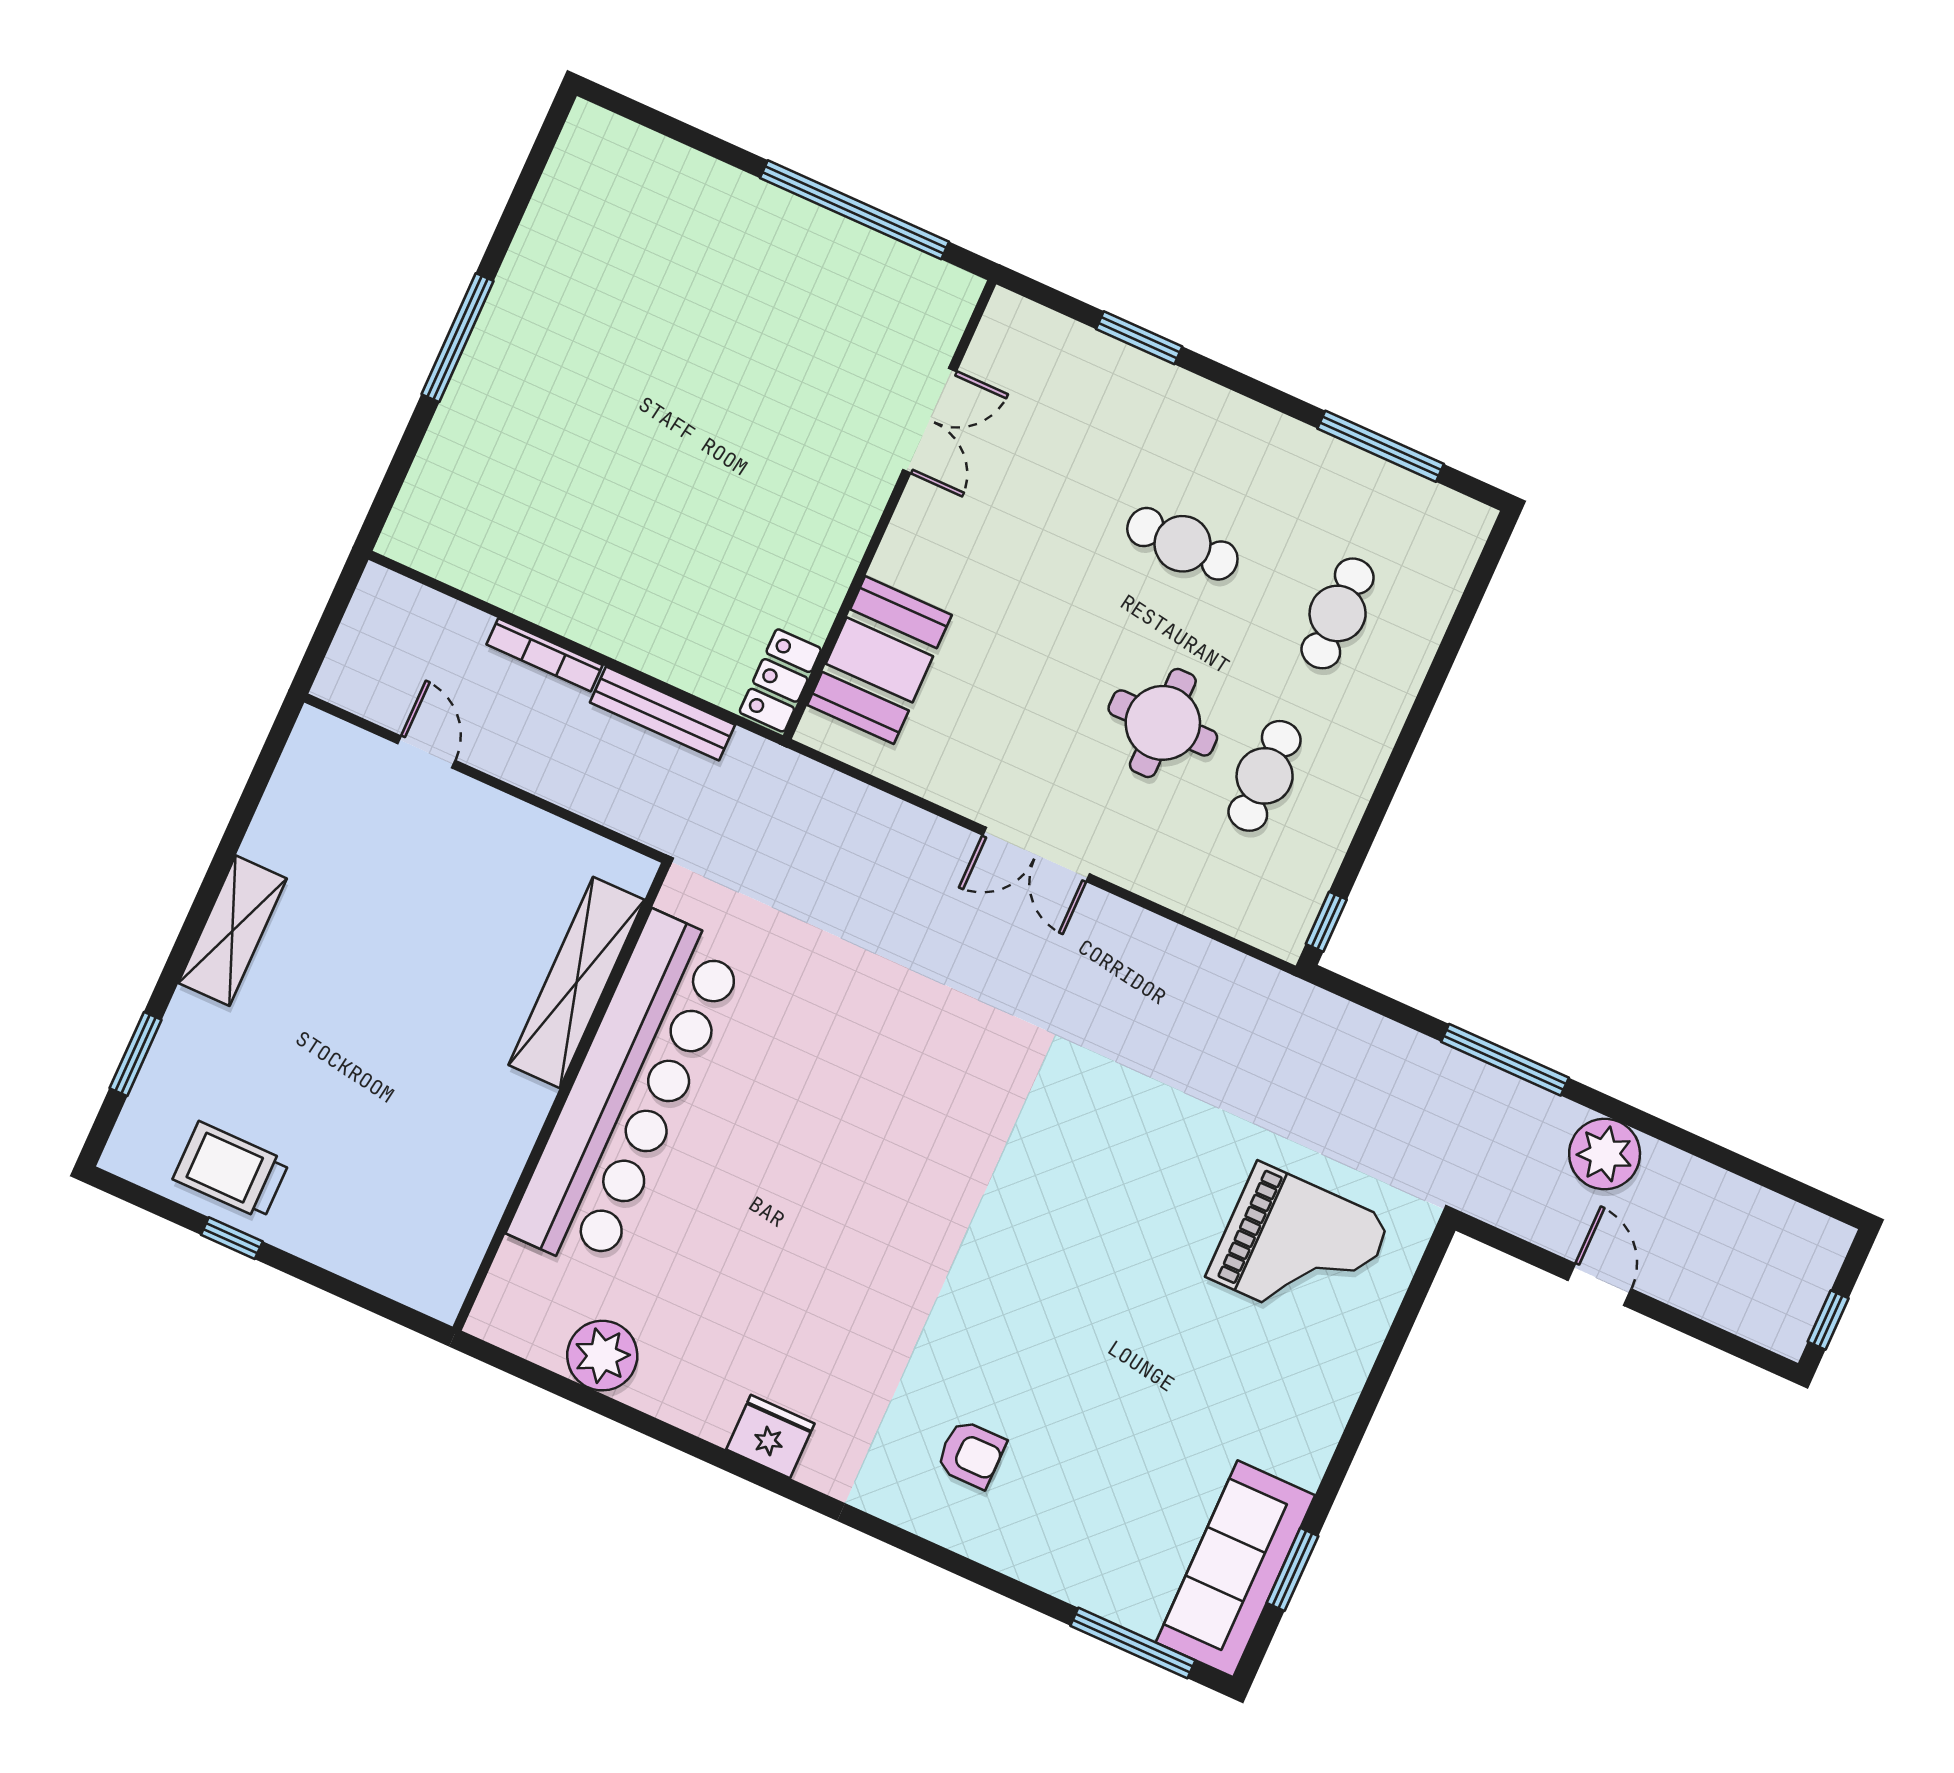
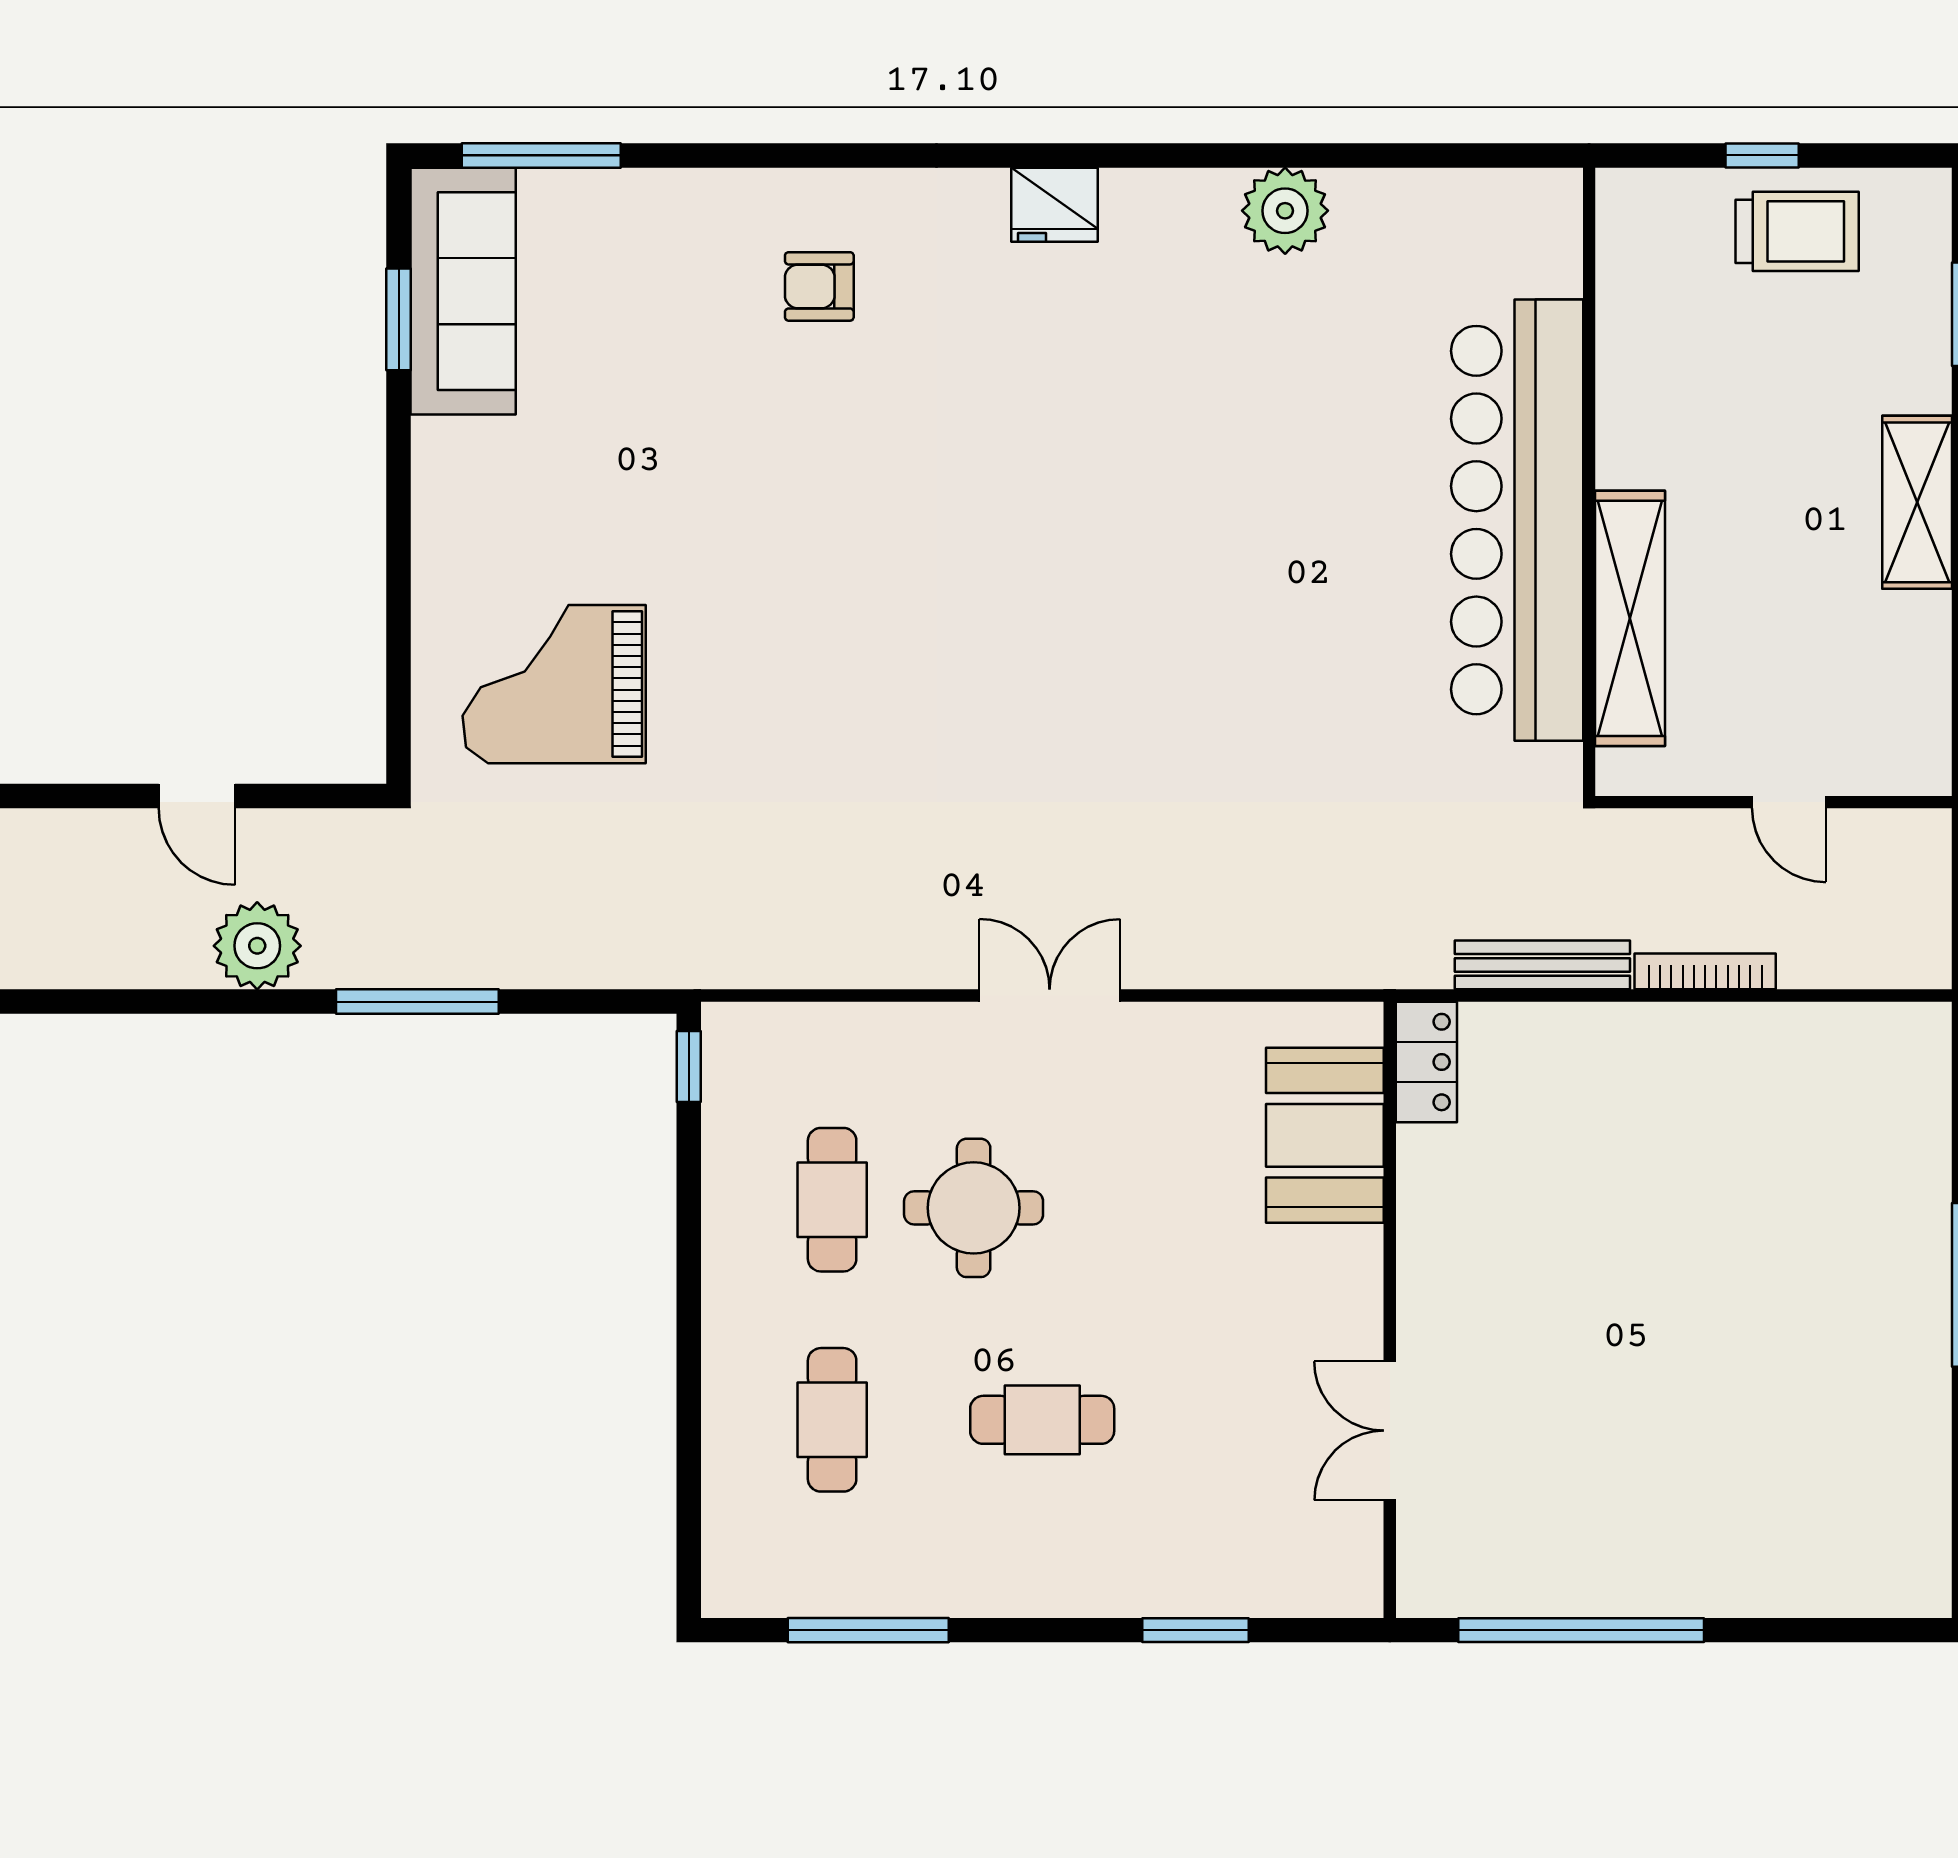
shelving: (576, 982) -> (1630, 618), moved
bar counter: (627, 1092) -> (1517, 520), moved
wall: (561, 1097) -> (1589, 482), moved

